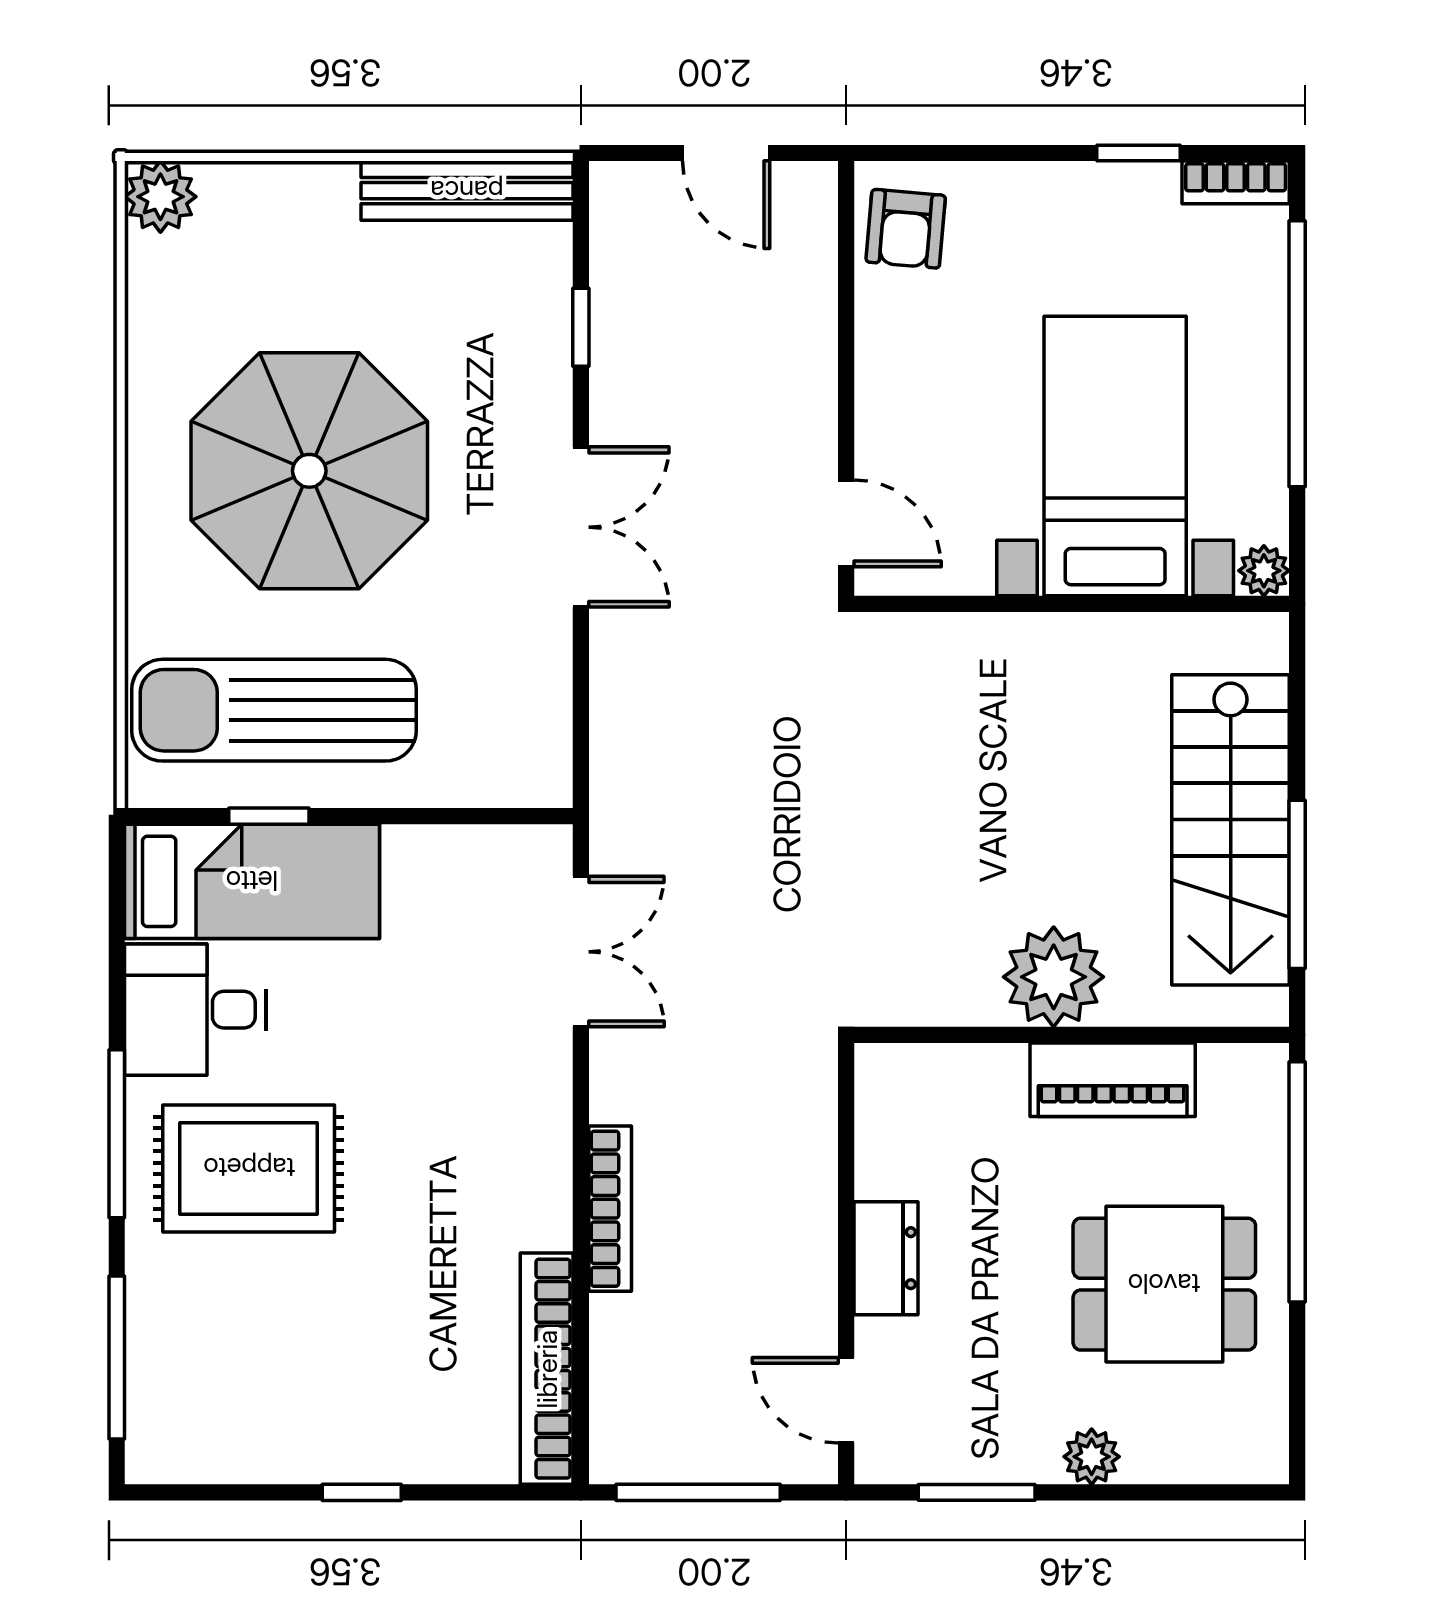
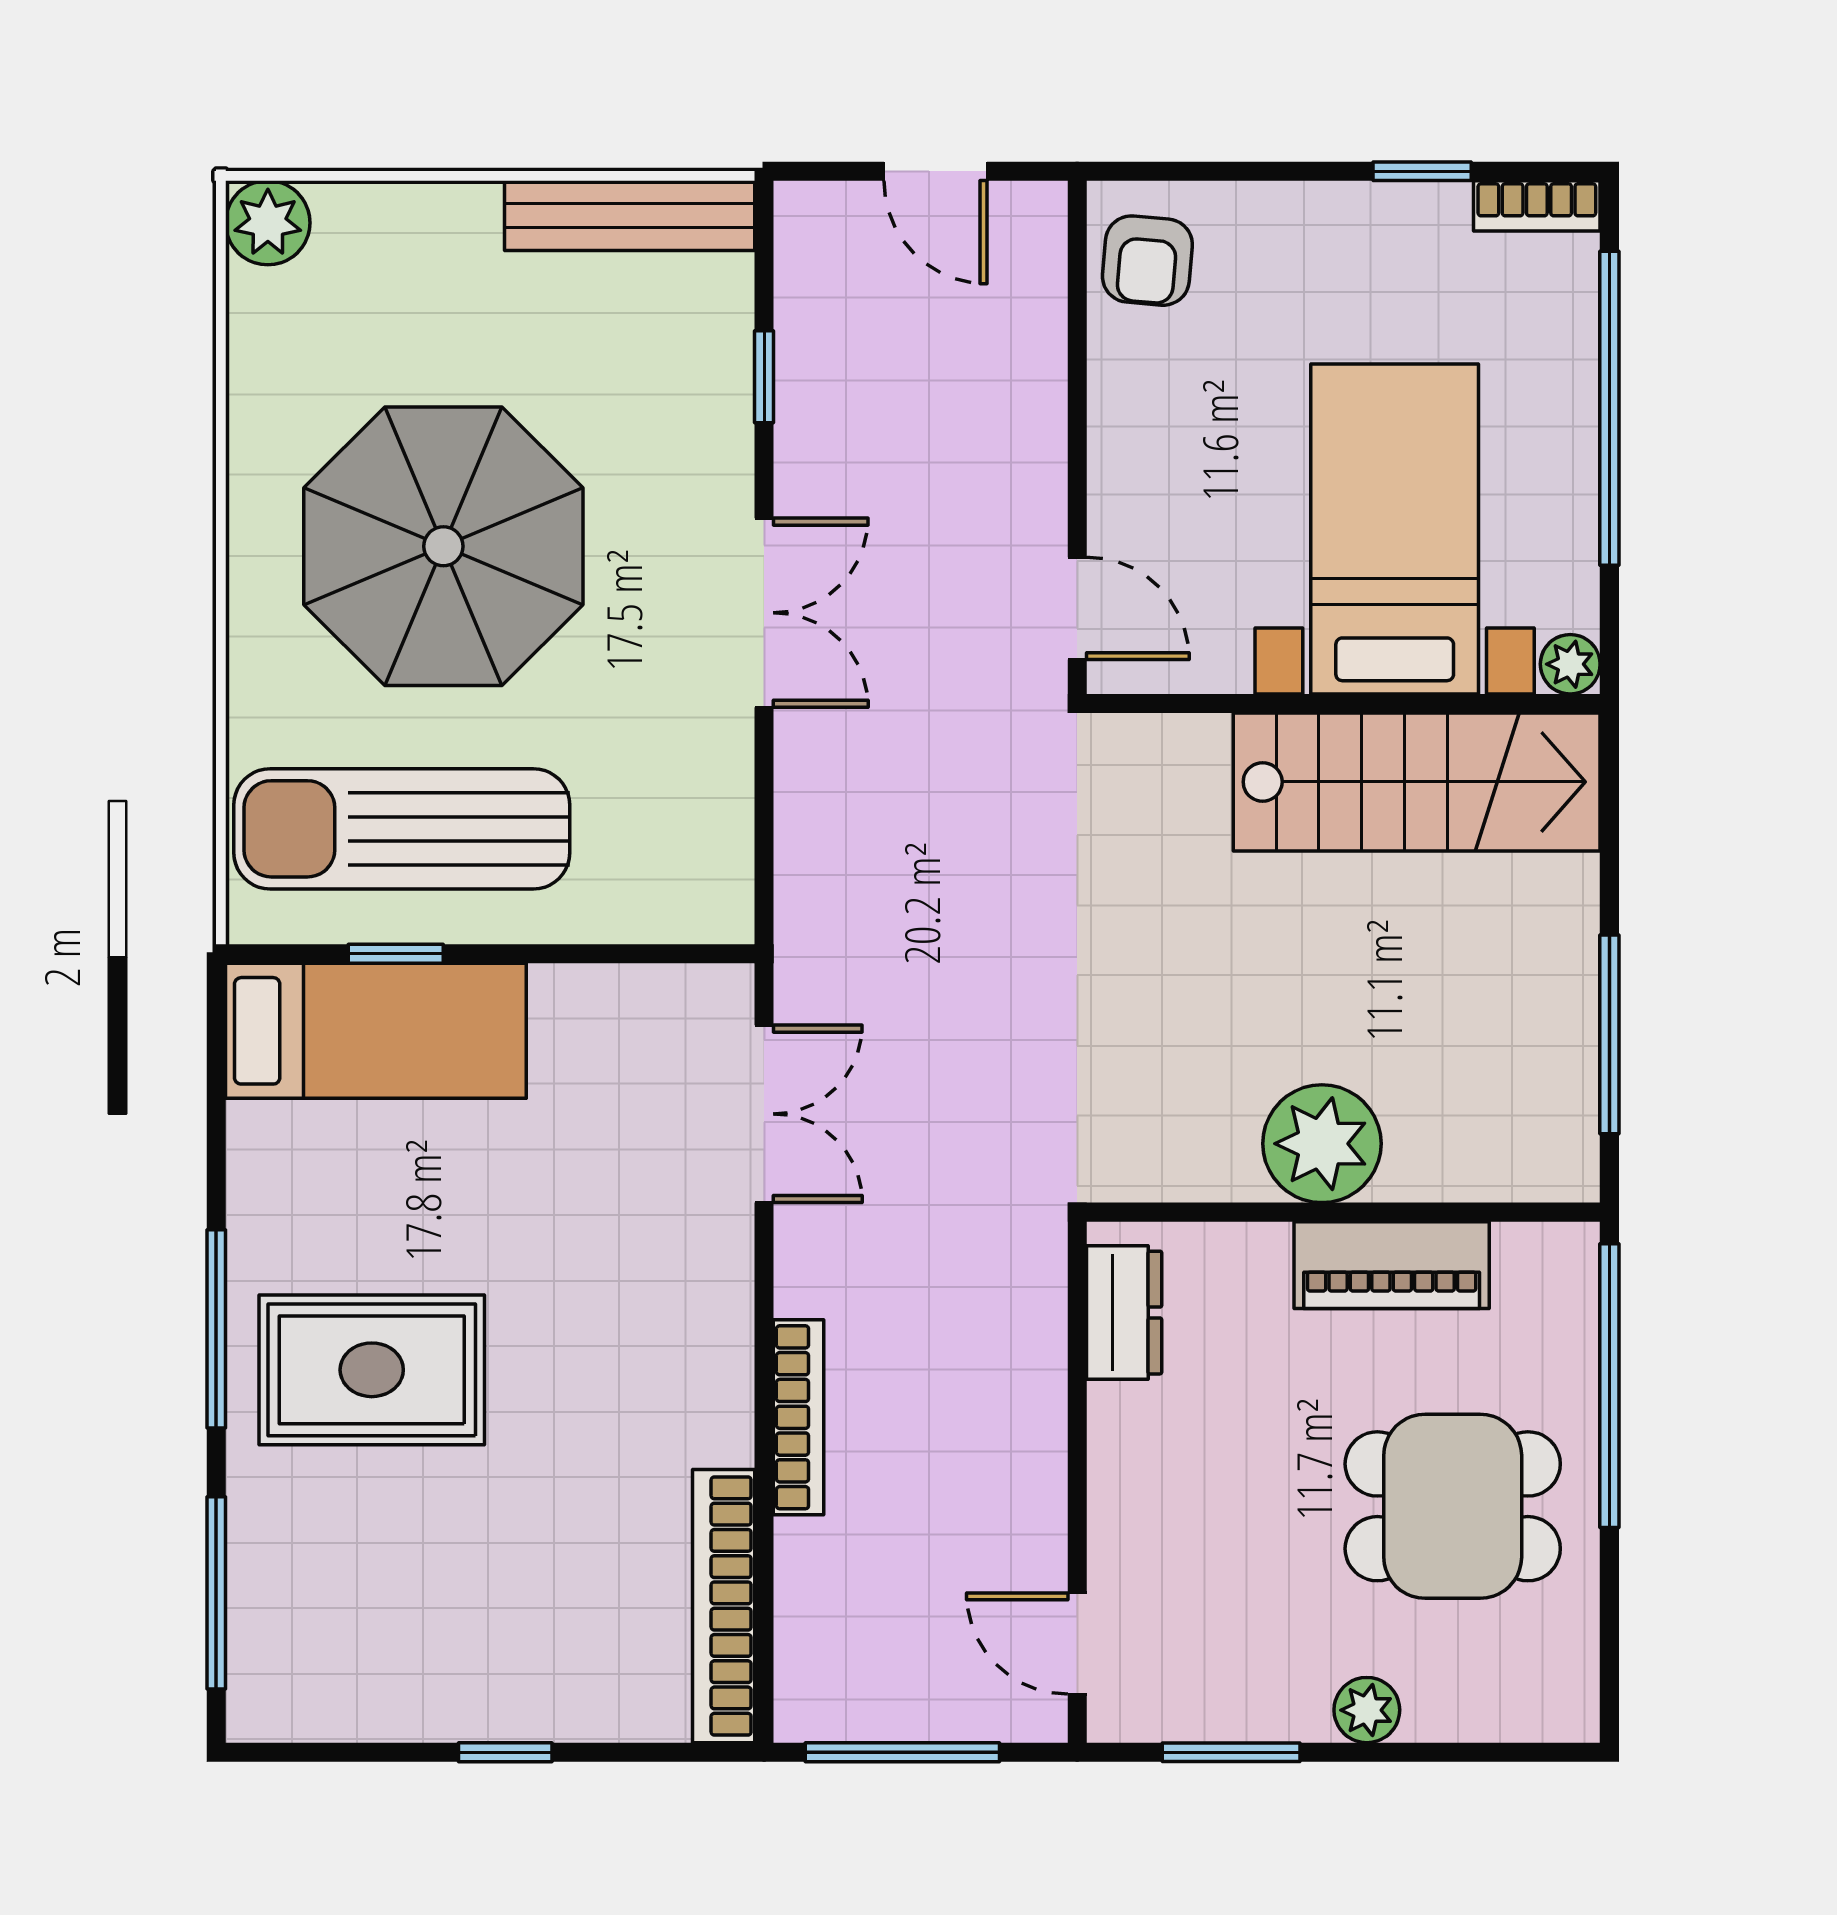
stairs: (1231, 830) -> (1417, 782), moved, turned -90
desk: (196, 1010) -> (309, 1182), removed
dresser: (886, 1258) -> (1124, 1313), moved

